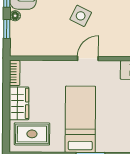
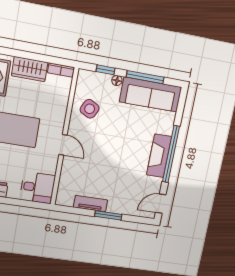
side table: (81, 16) -> (90, 109), moved

